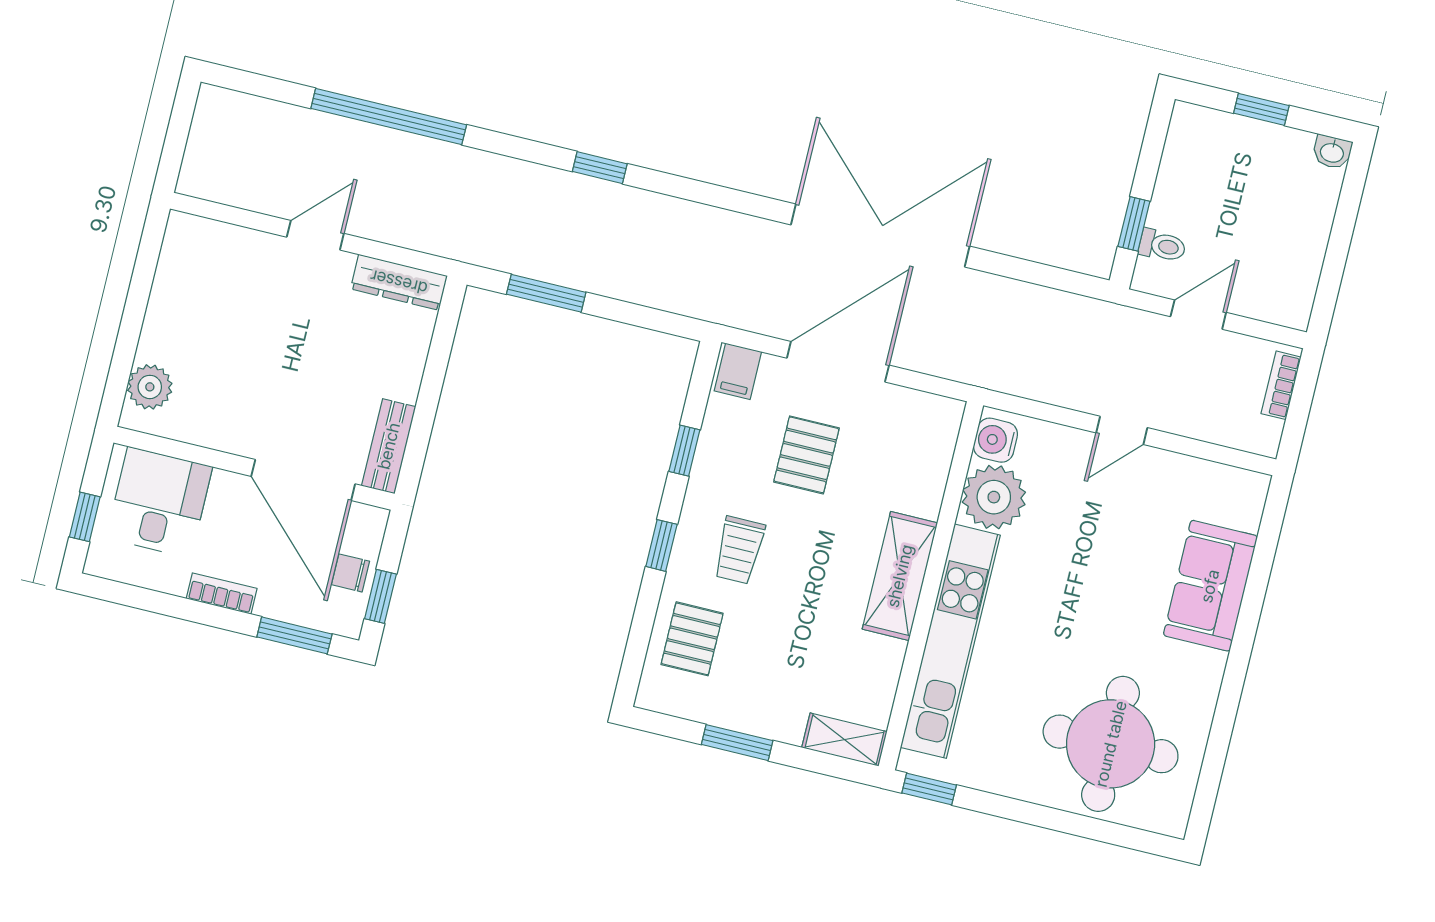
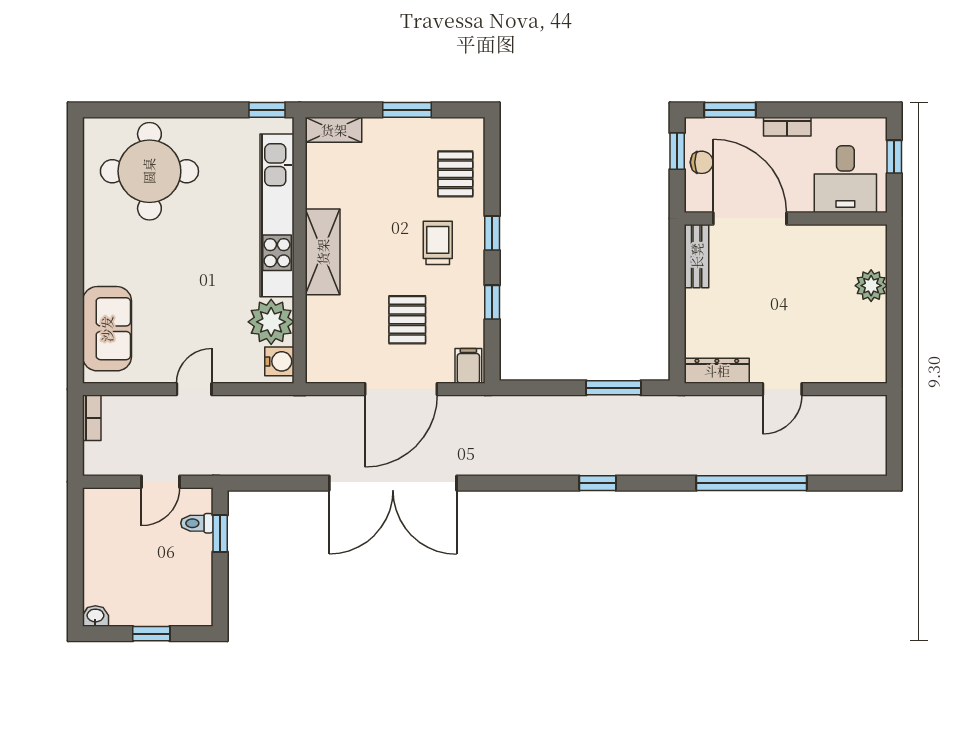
bookcase: (1281, 385) -> (92, 418), moved
plant: (150, 387) -> (871, 286), moved
sofa: (1210, 586) -> (107, 329), moved

